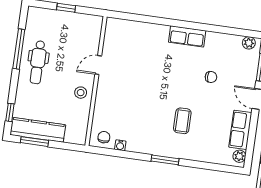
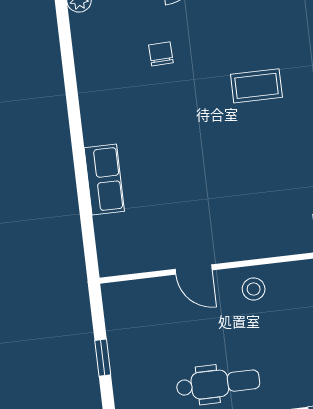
row of seats: (187, 36) -> (104, 179), moved

